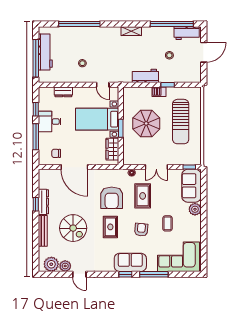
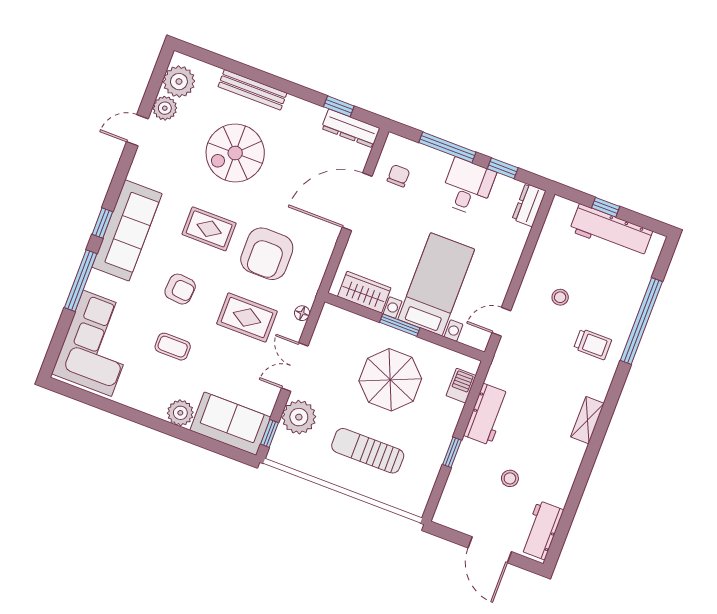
window: (172, 24) -> (571, 507), removed
trolley: (97, 41) -> (593, 344), added
window: (36, 58) -> (606, 207), width x0.32
dresser: (63, 92) -> (529, 205), moved
barbecue: (159, 92) -> (461, 386), moved
sun lounger: (181, 122) -> (368, 451), width x0.73, depth x0.75
plant: (177, 157) -> (299, 417), added
armchair: (112, 198) -> (267, 254), turned -90
dresser: (43, 202) -> (351, 128), moved
window: (36, 204) -> (339, 106), moved
sofa: (130, 262) -> (127, 230), width x1.36

